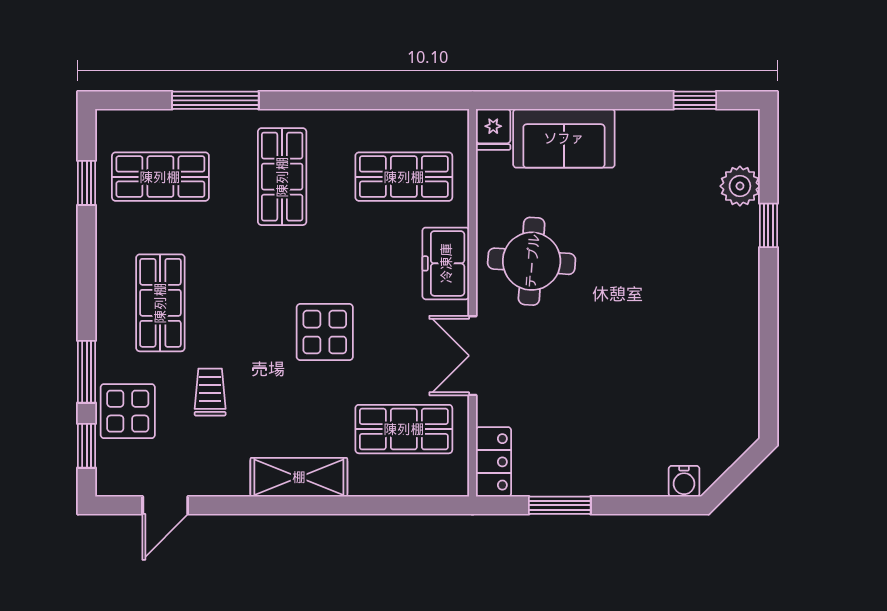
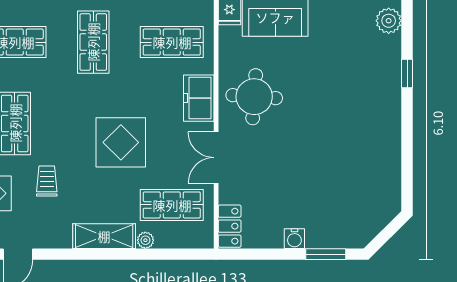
plant: (740, 186) -> (389, 21), moved
display table: (325, 332) -> (121, 142), width x1.36, depth x1.36
water cooler: (684, 481) -> (294, 239), moved
plant: (363, 484) -> (145, 240), added
window: (560, 505) -> (326, 254), moved

